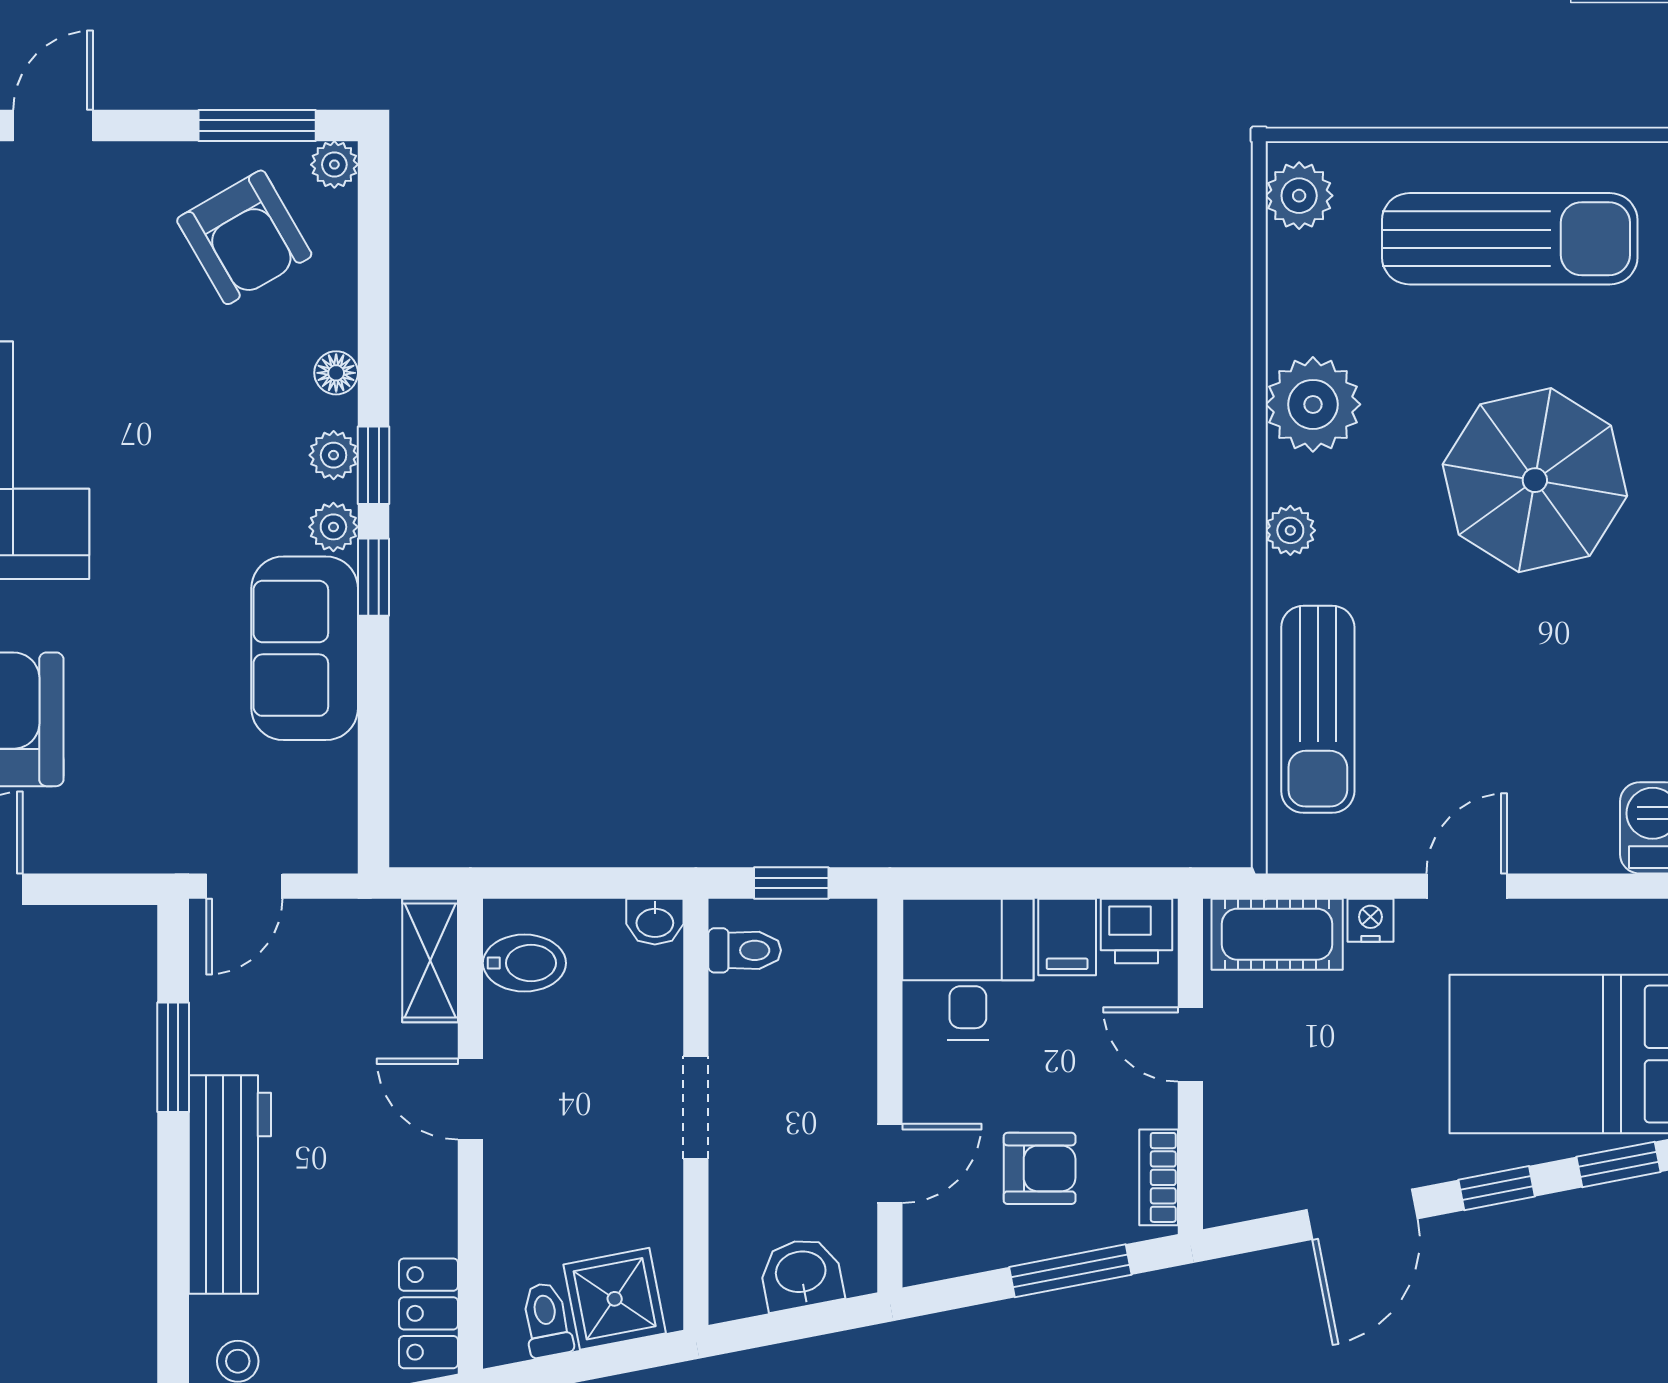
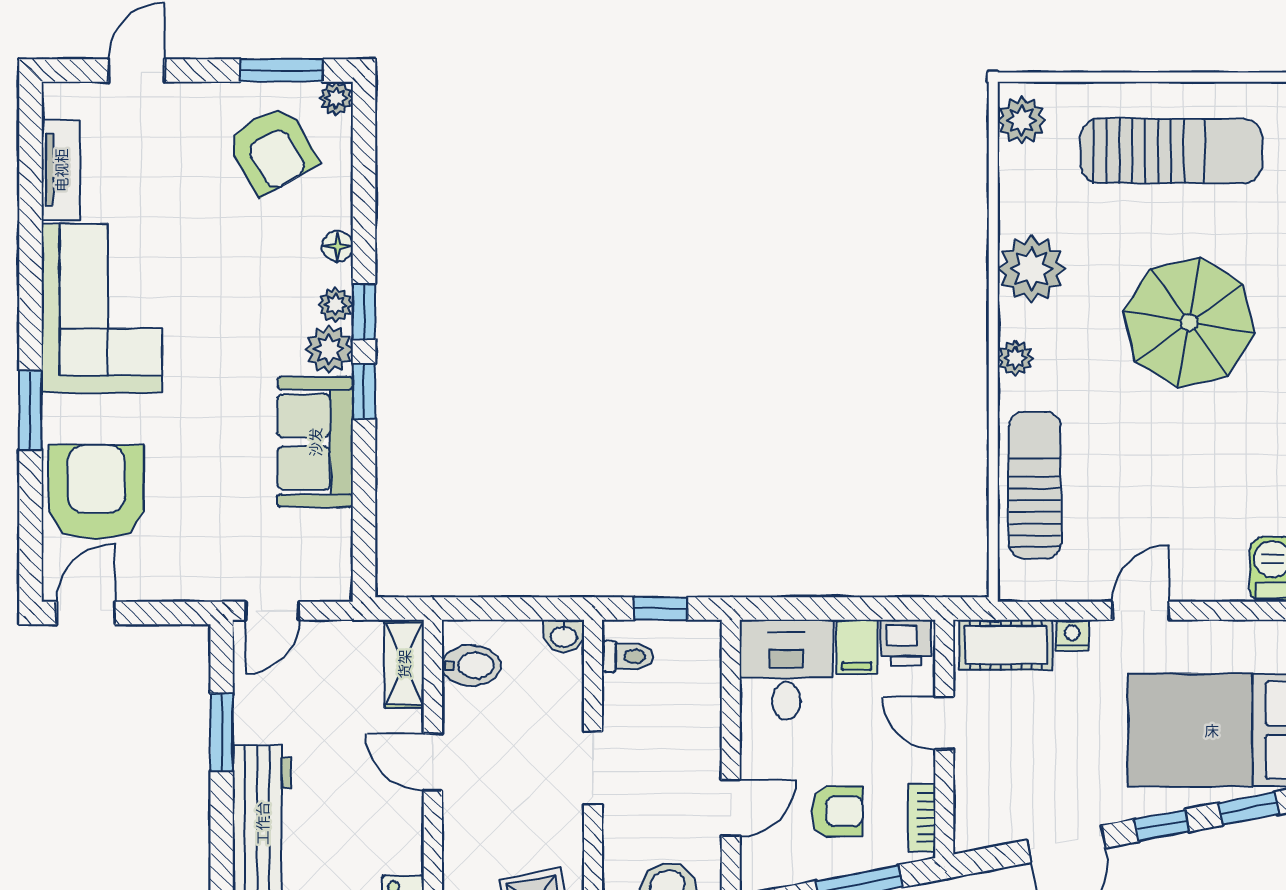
plant: (333, 527) -> (329, 349), width x1.38, depth x1.38
sun lounger: (1318, 709) -> (1035, 485), turned 180

